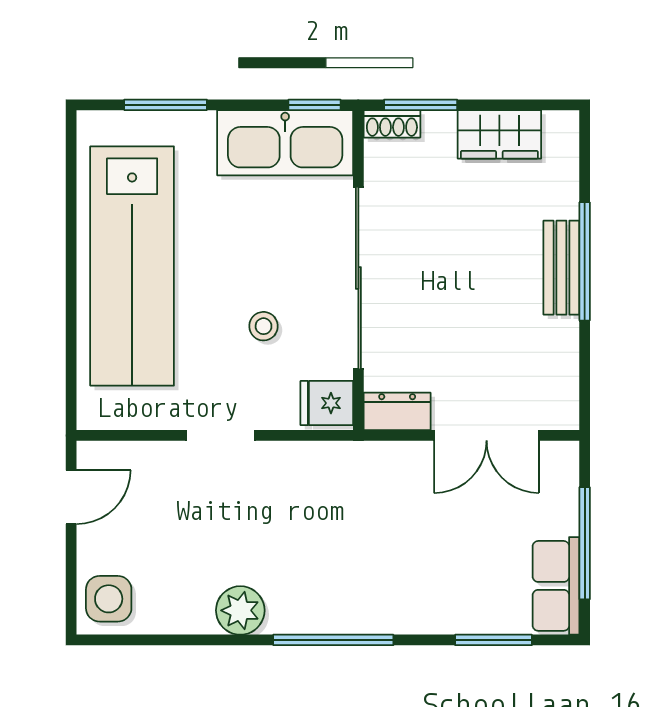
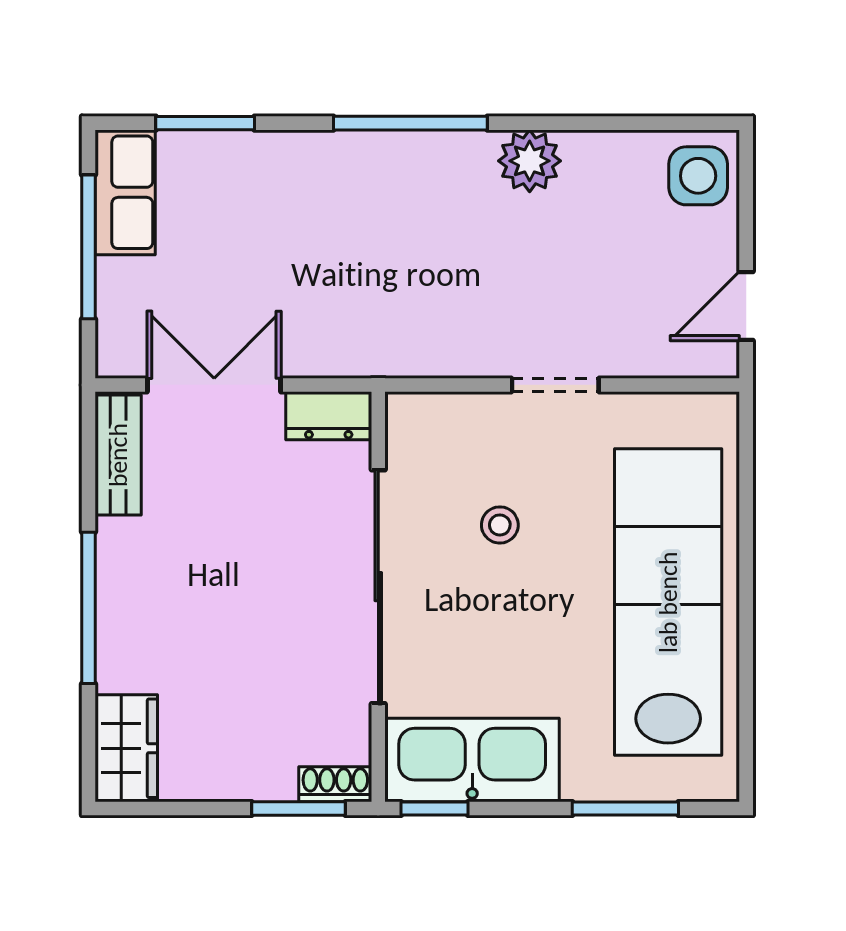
wardrobe: (499, 134) -> (126, 748), moved, turned 90
bench: (561, 268) -> (118, 455), moved
fridge: (327, 403) -> (419, 427), removed

